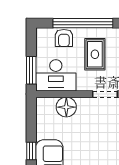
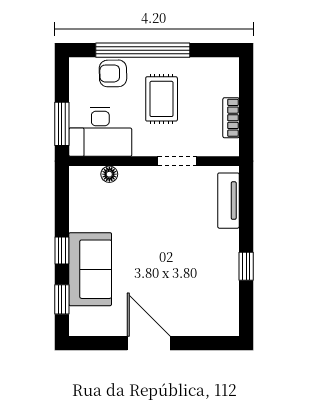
armchair: (64, 38) -> (113, 73), turned 89
floor lamp: (66, 107) -> (109, 174), width x0.53, depth x0.53

